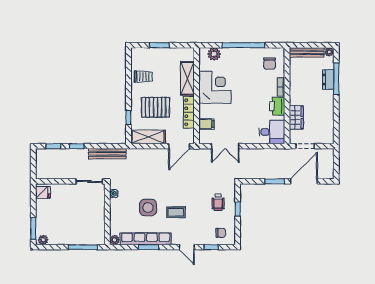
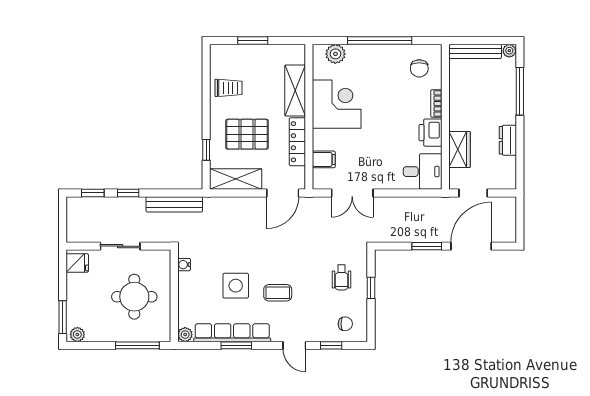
dresser: (328, 80) -> (508, 140), moved
sliding door: (89, 181) -> (120, 246), moved
round table: (81, 215) -> (134, 297), added

